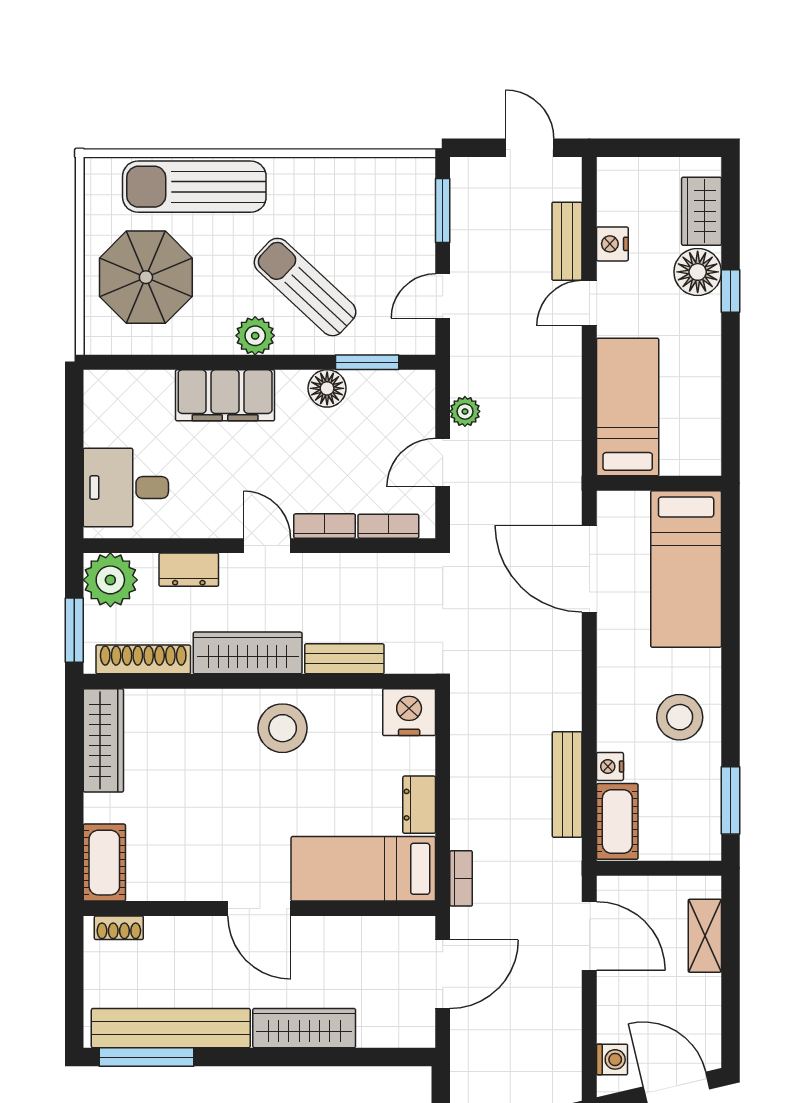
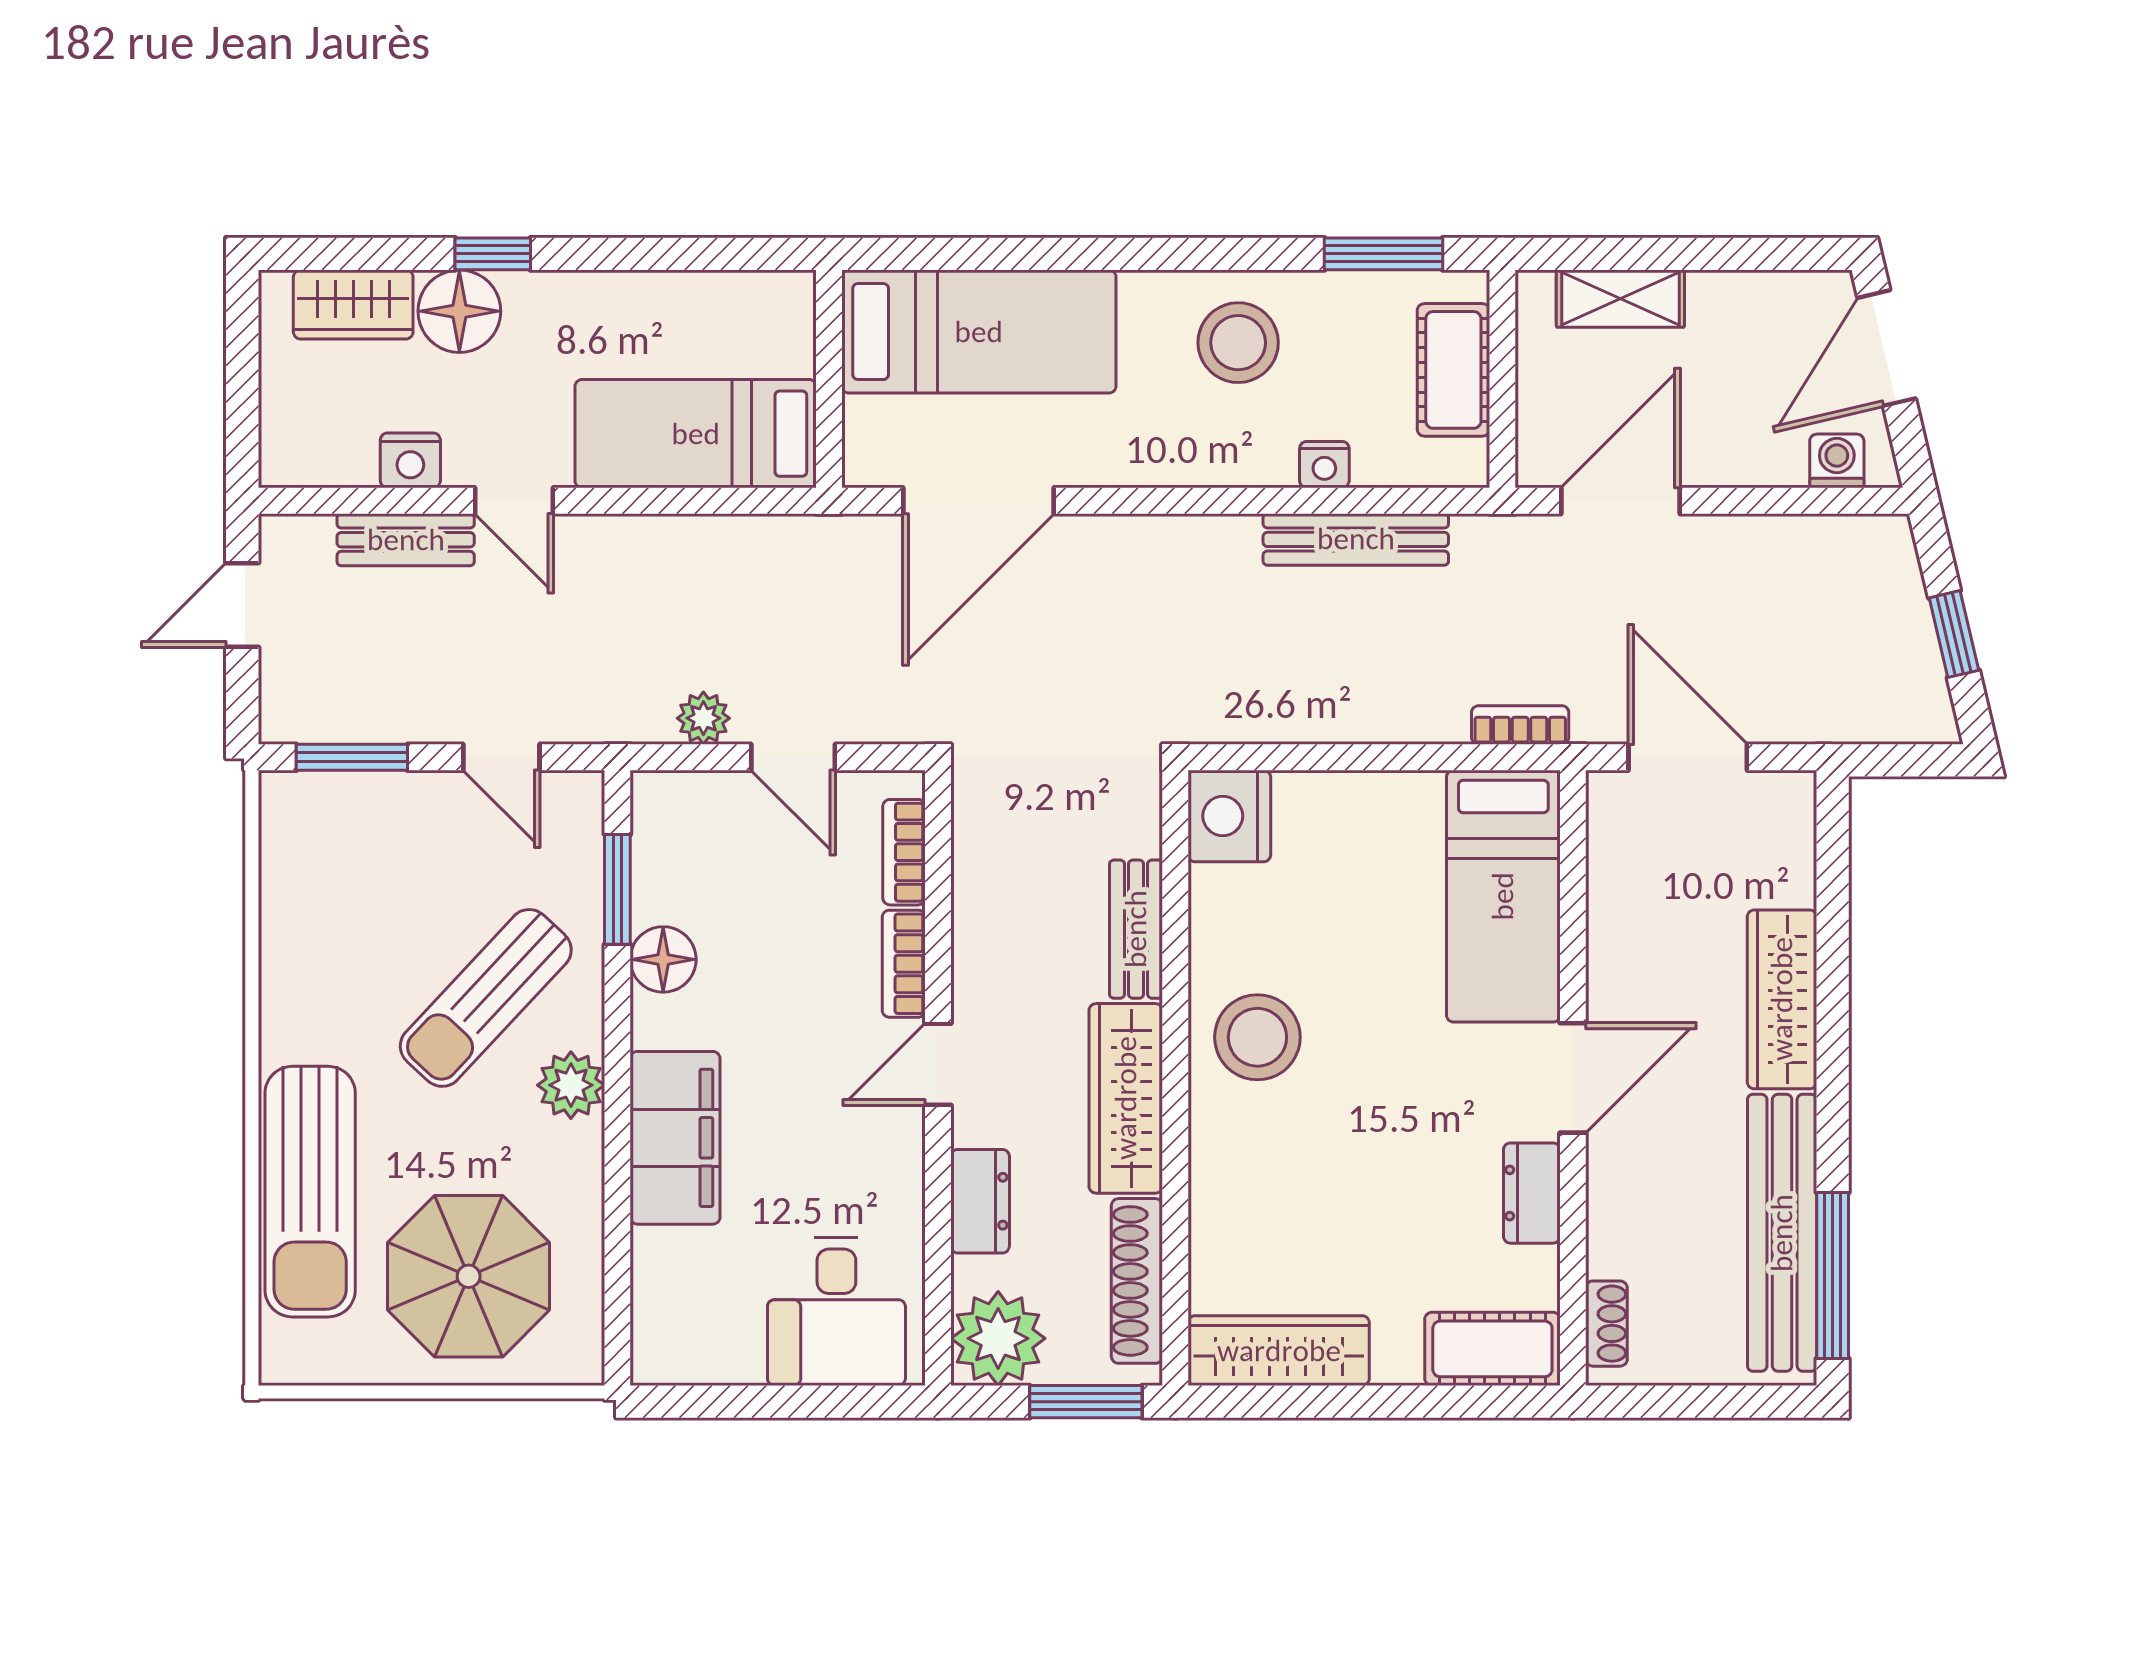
dresser: (419, 805) -> (1532, 1193), moved, turned 90
cot: (617, 821) -> (1453, 370), moved, turned 90

